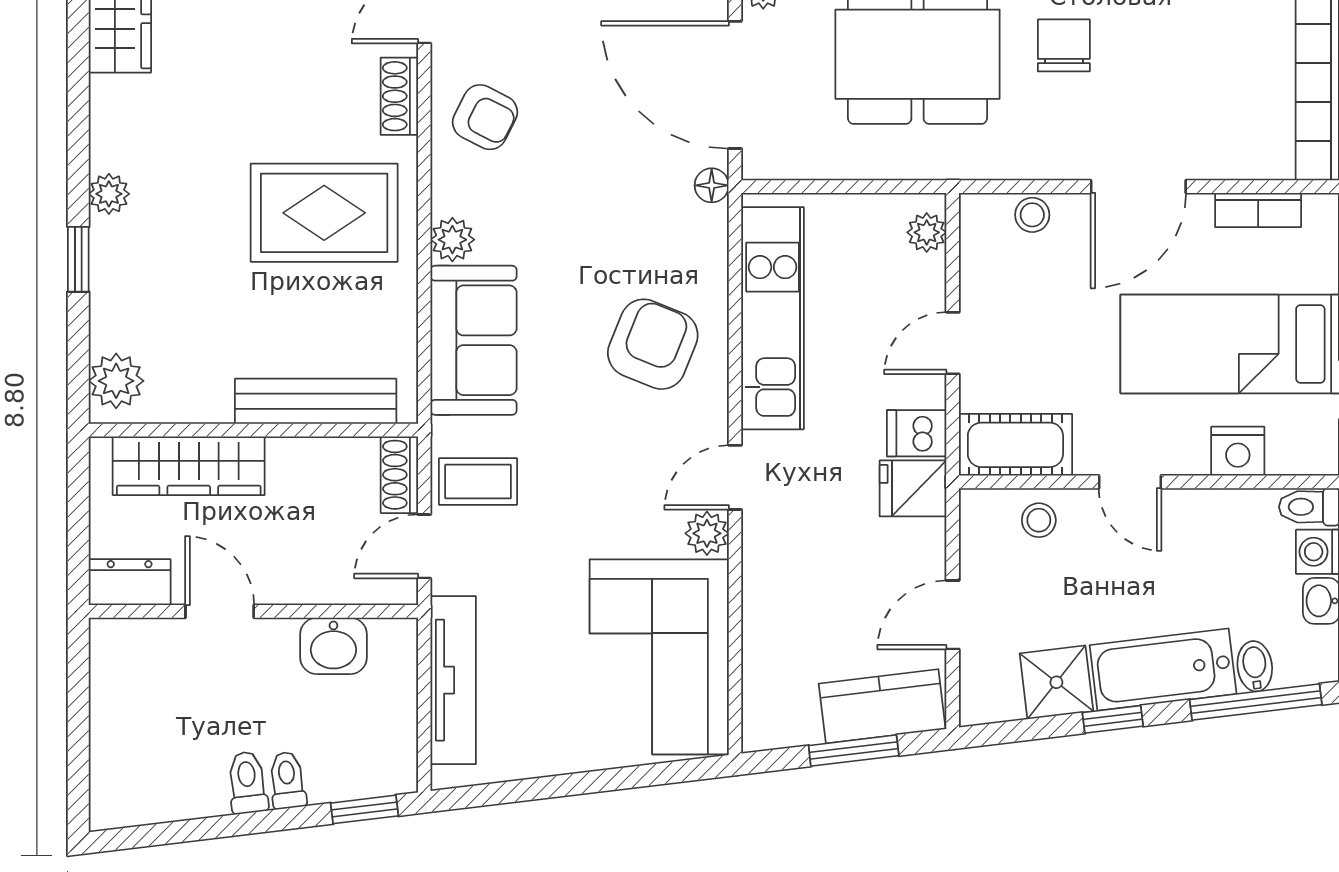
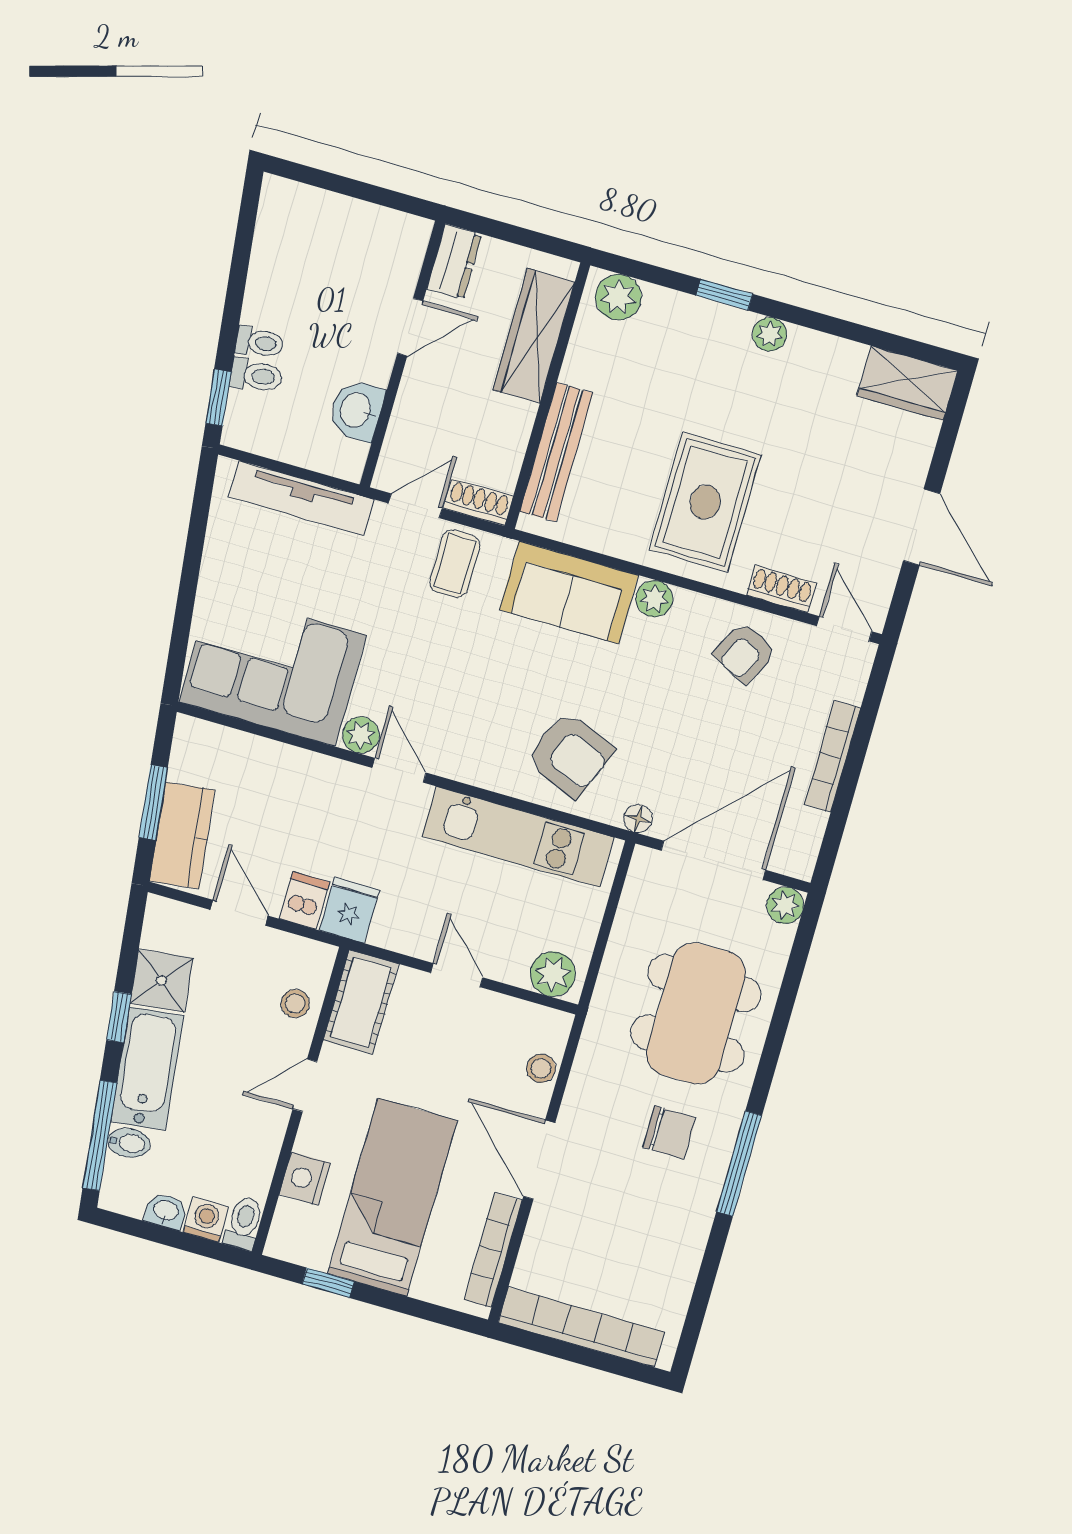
bookcase: (1258, 210) -> (493, 1250), width x1.56
plant: (927, 232) -> (553, 974), width x1.38, depth x1.38
armchair: (653, 344) -> (570, 755), moved
dishwasher: (917, 433) -> (304, 900), moved
door: (424, 546) -> (415, 506), hinge flipped
toilet: (247, 783) -> (256, 376), moved

